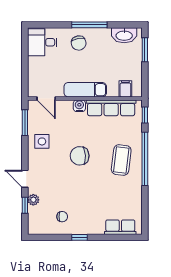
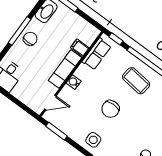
chair: (79, 43) -> (30, 39), moved, turned -79
filing cabinet: (125, 89) -> (80, 48), moved
row of seats: (111, 108) -> (97, 54), width x0.68
side table: (42, 141) -> (93, 140), moved

